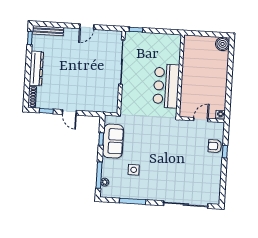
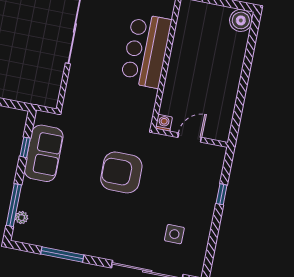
bar counter: (166, 86) -> (146, 51), moved
washing machine: (220, 115) -> (164, 123), moved
armchair: (215, 146) -> (121, 172), moved, width x1.88, depth x1.88
side table: (134, 170) -> (174, 234), moved

